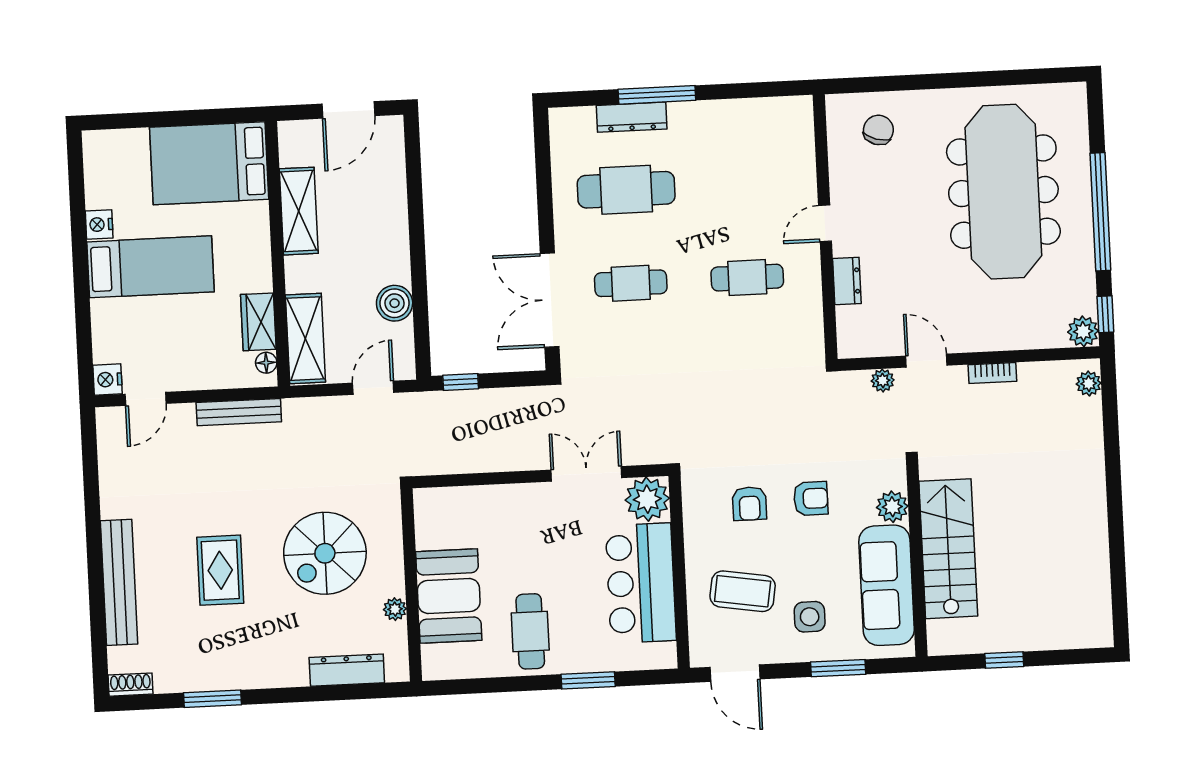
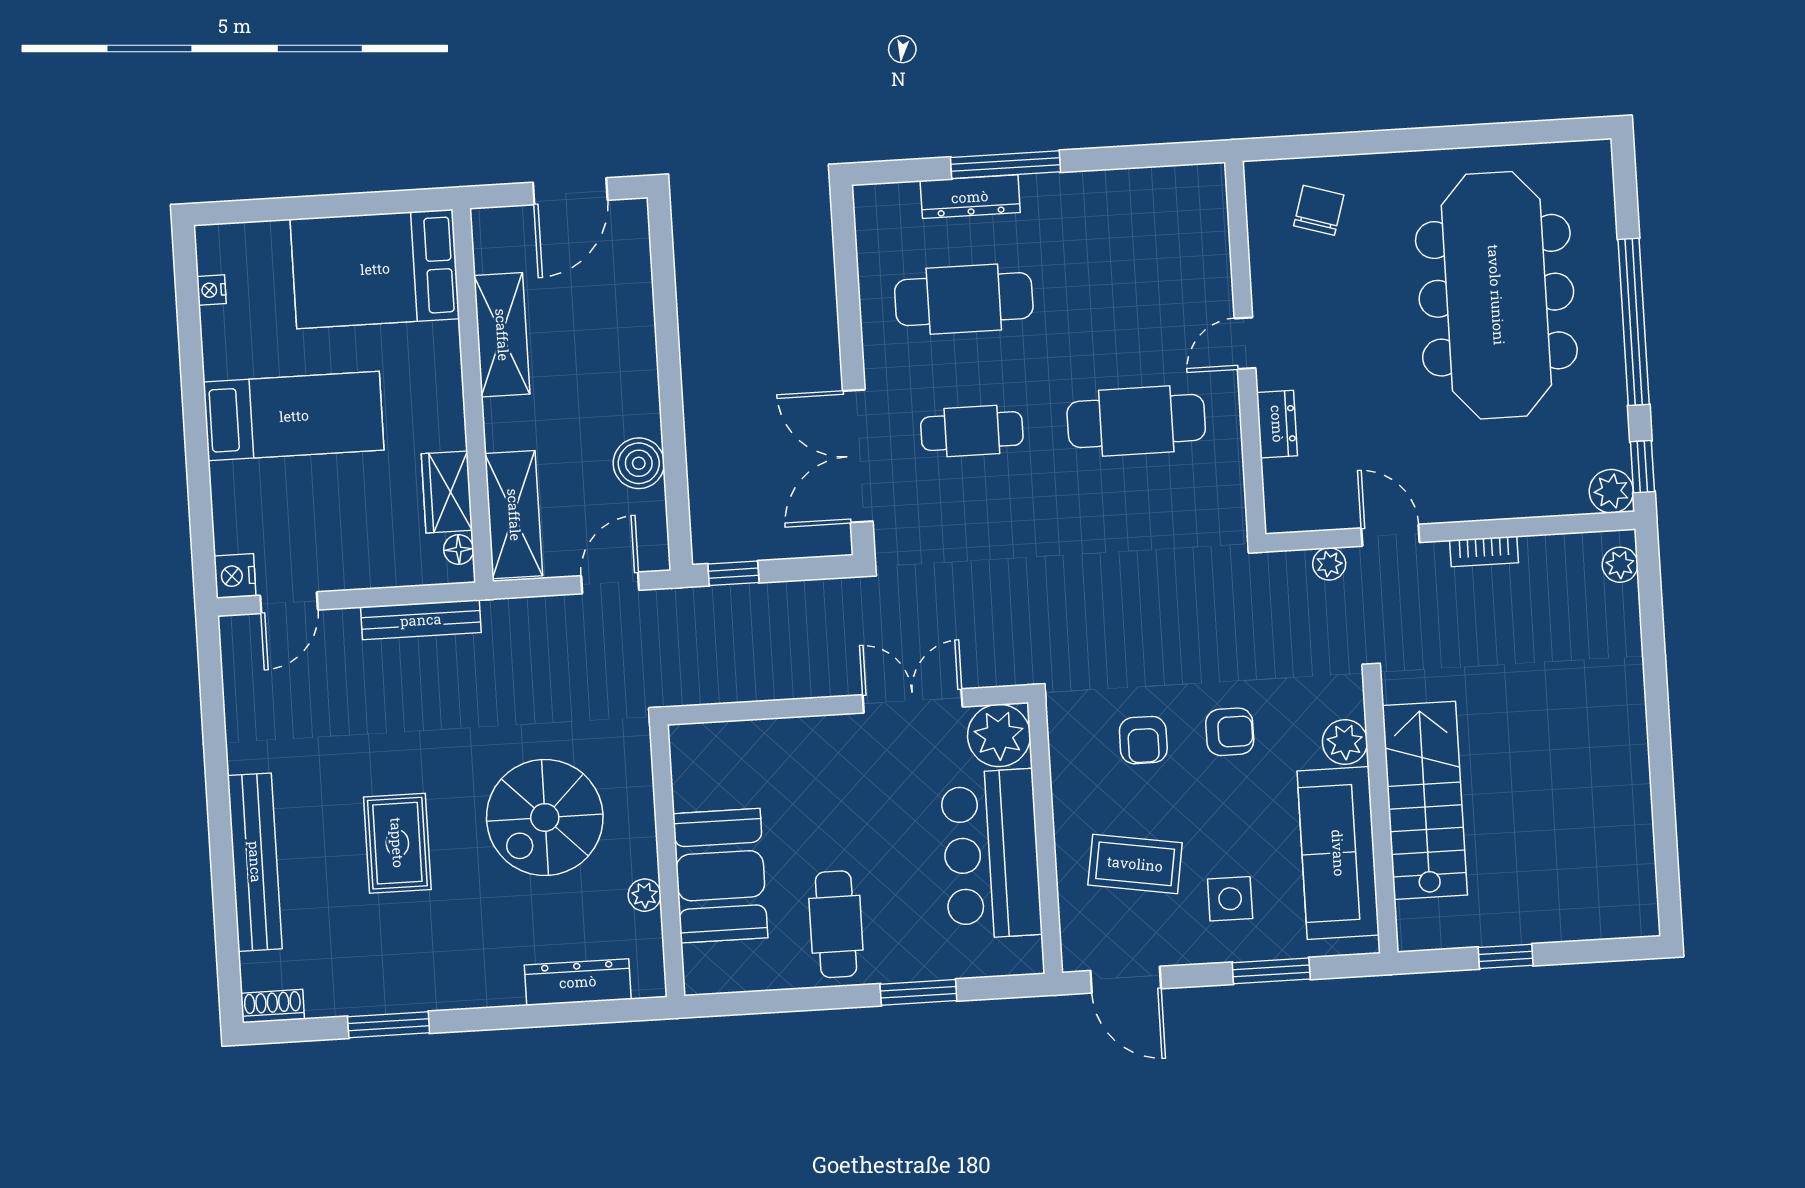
nightstand: (99, 224) -> (211, 290), moved, width x0.72, depth x0.74
cafe table: (747, 278) -> (1136, 421), width x1.37, depth x1.35

